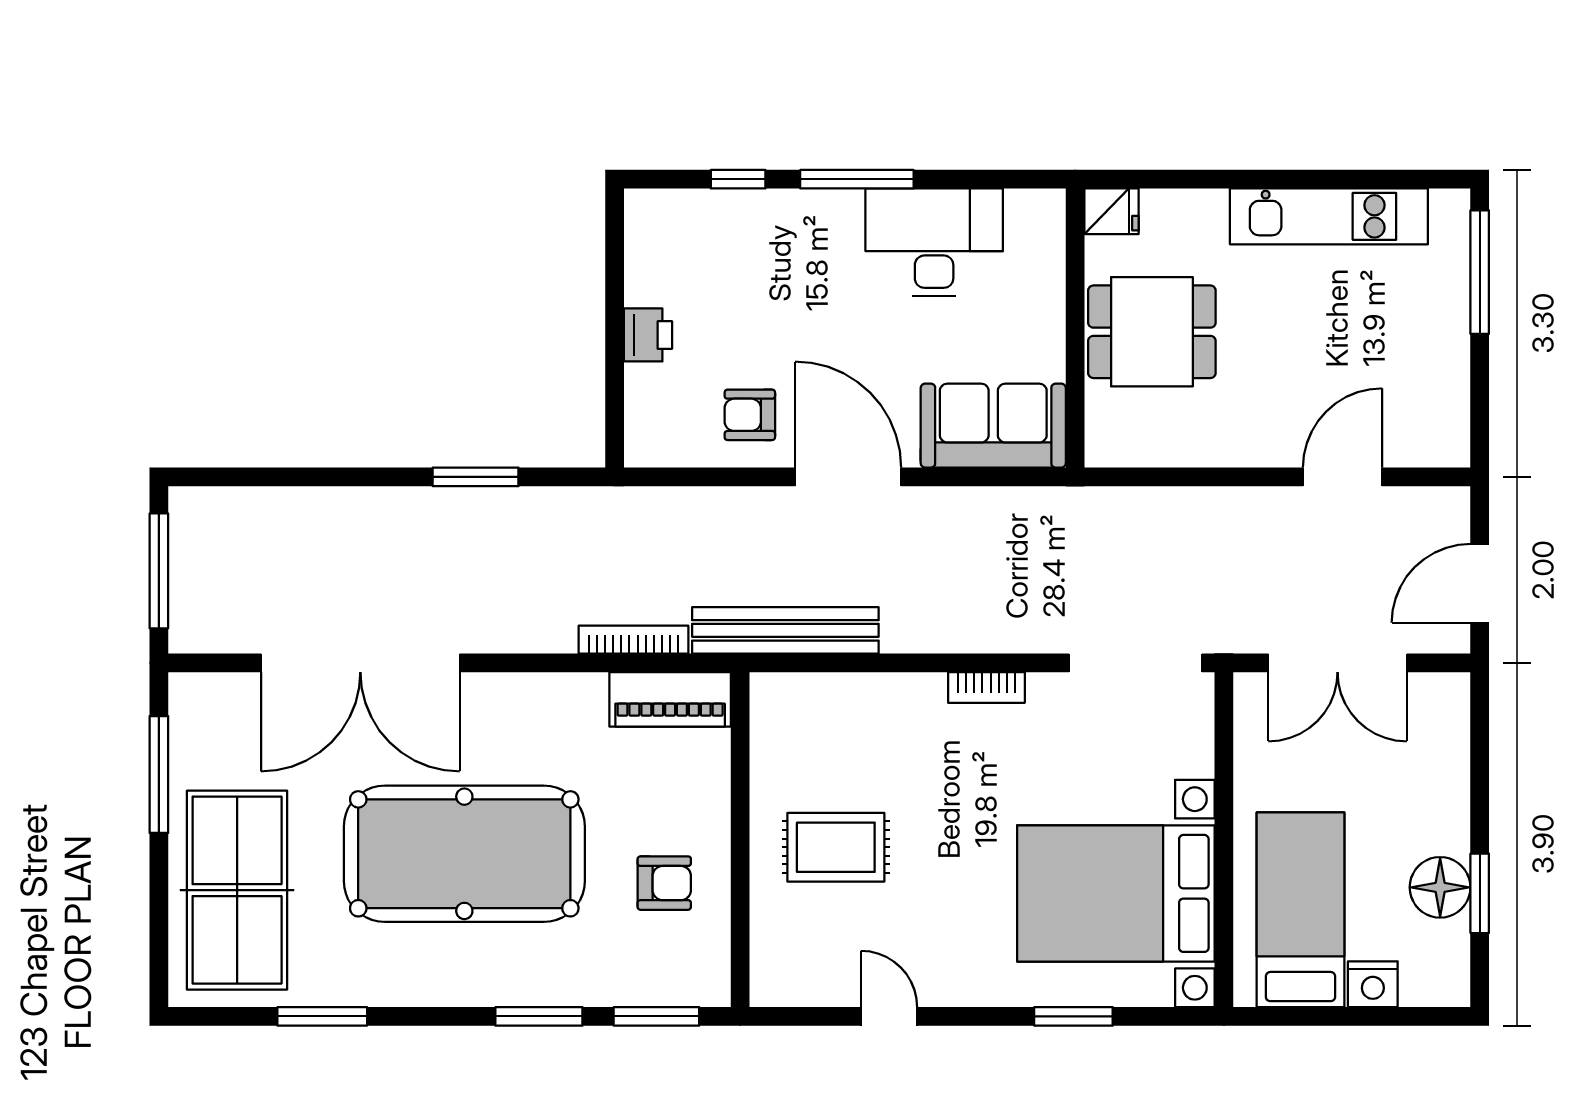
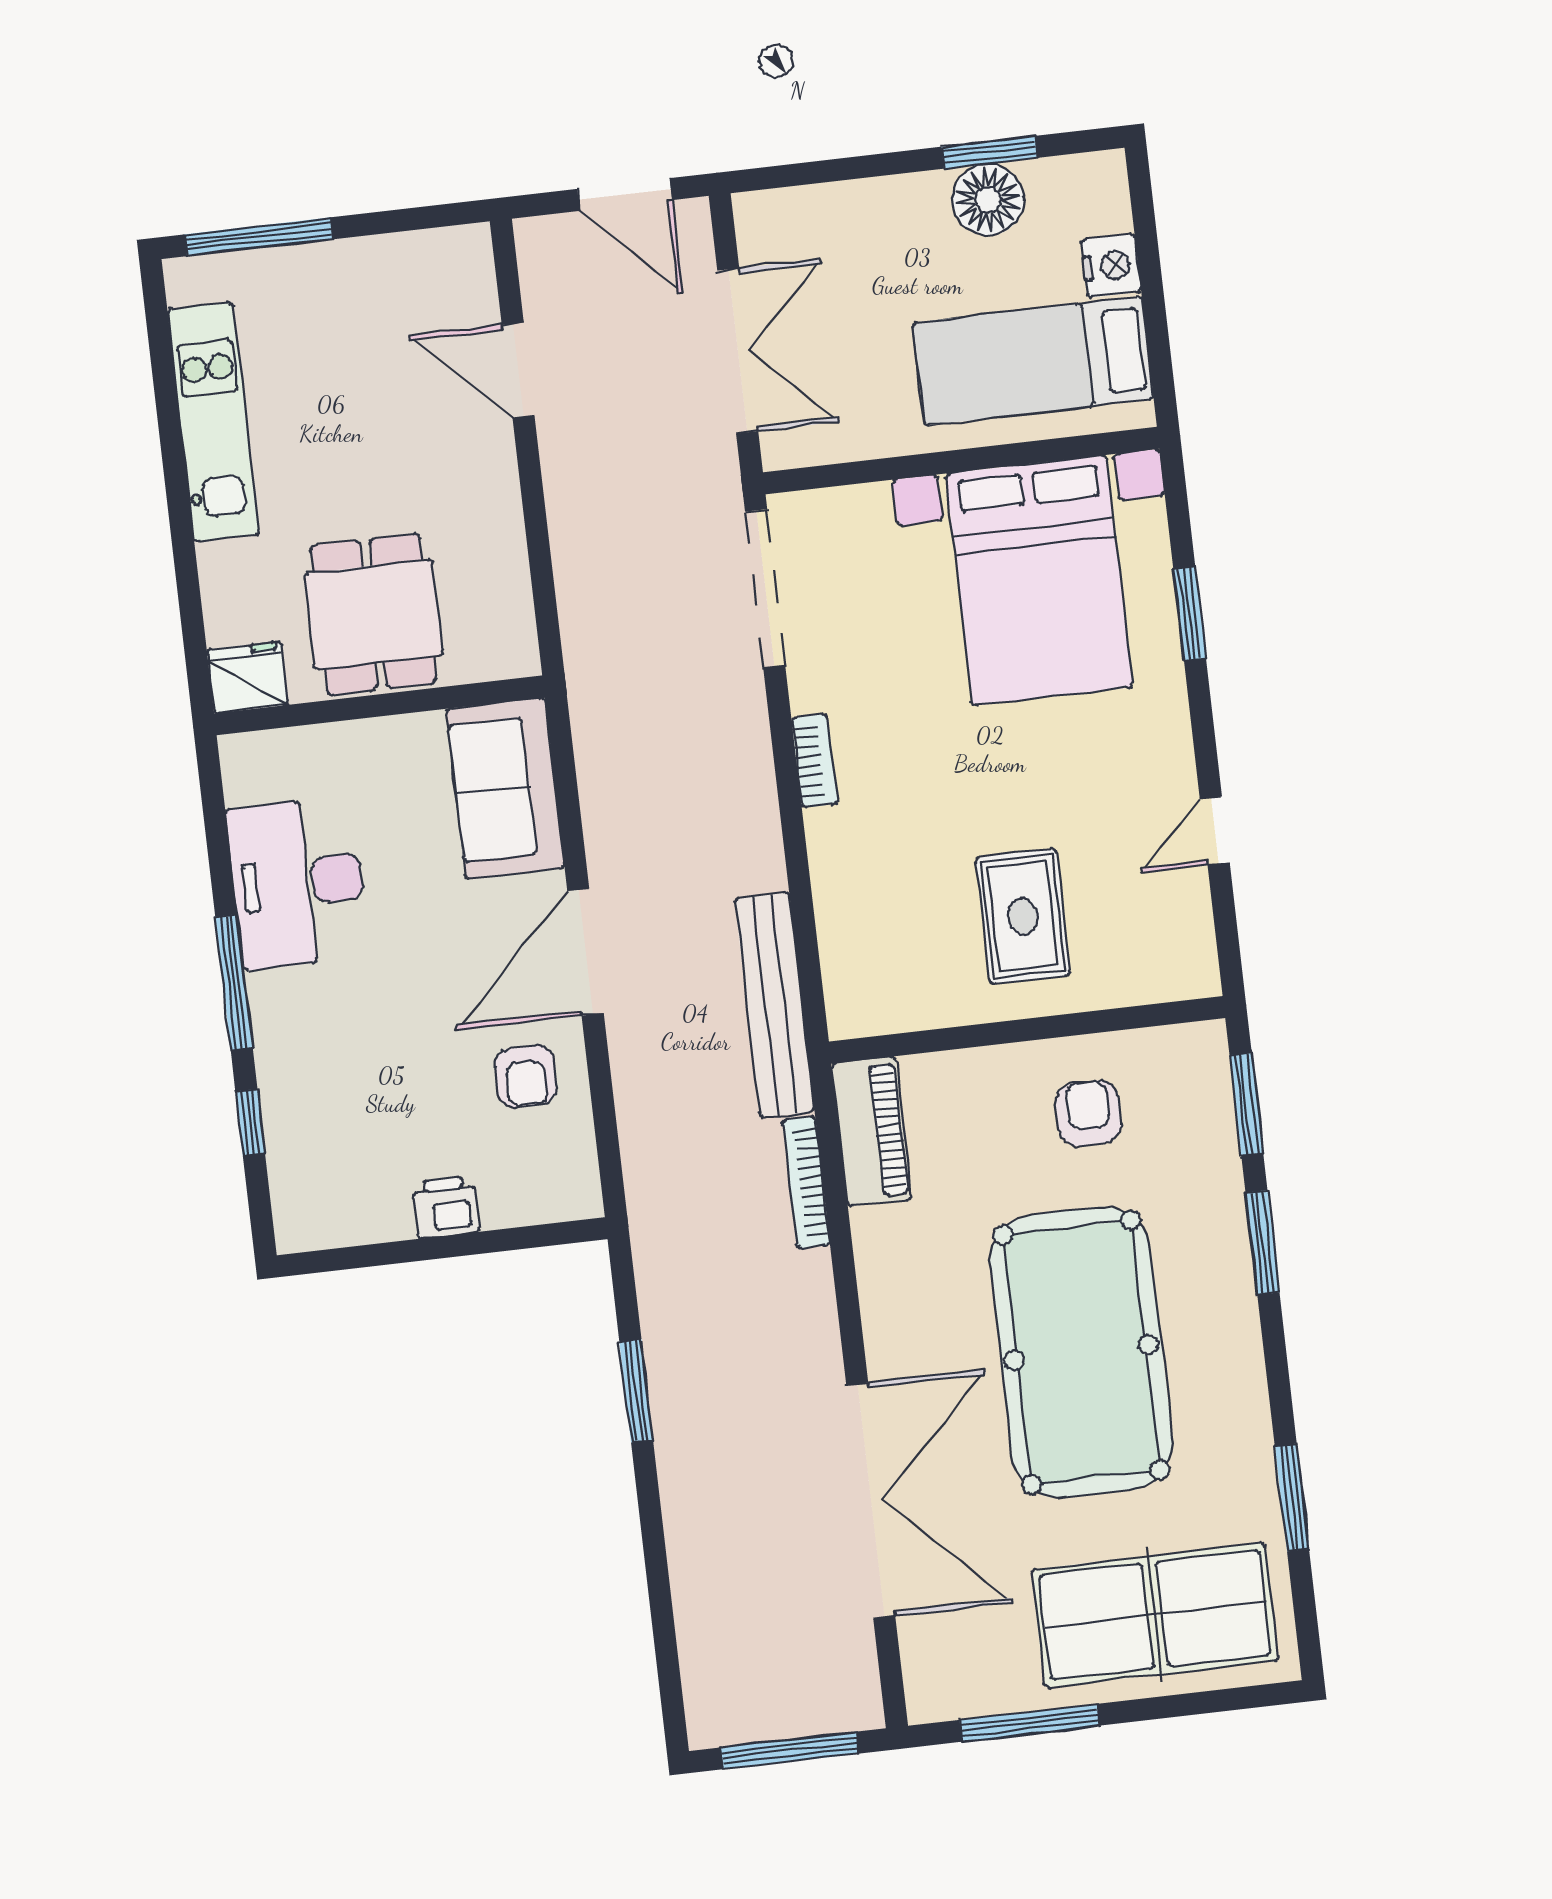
fridge: (1112, 211) -> (247, 677), width x1.38

